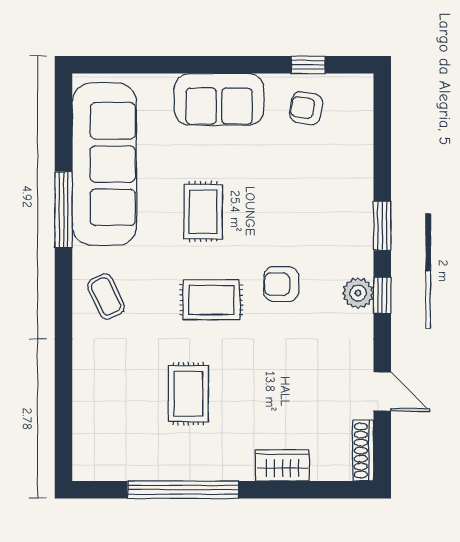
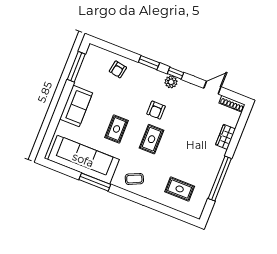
window: (308, 65) -> (76, 67), width x2.17
armchair: (306, 108) -> (118, 69), moved
rug: (203, 212) -> (117, 129), turned 90
rug: (188, 394) -> (180, 189), moved

